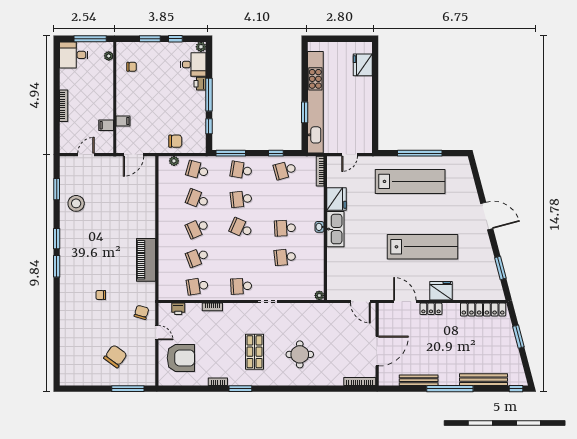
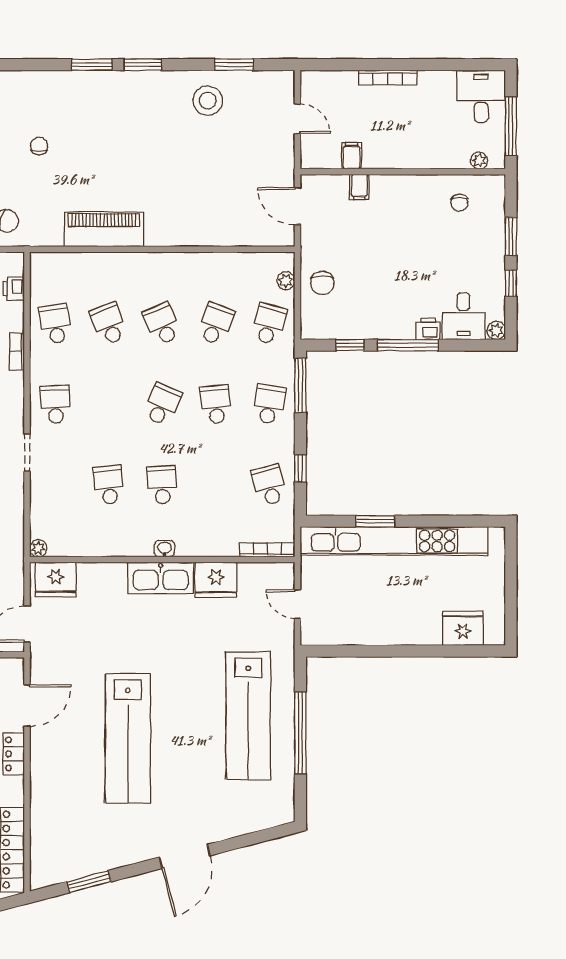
fridge: (441, 291) -> (56, 579), moved, turned 90

